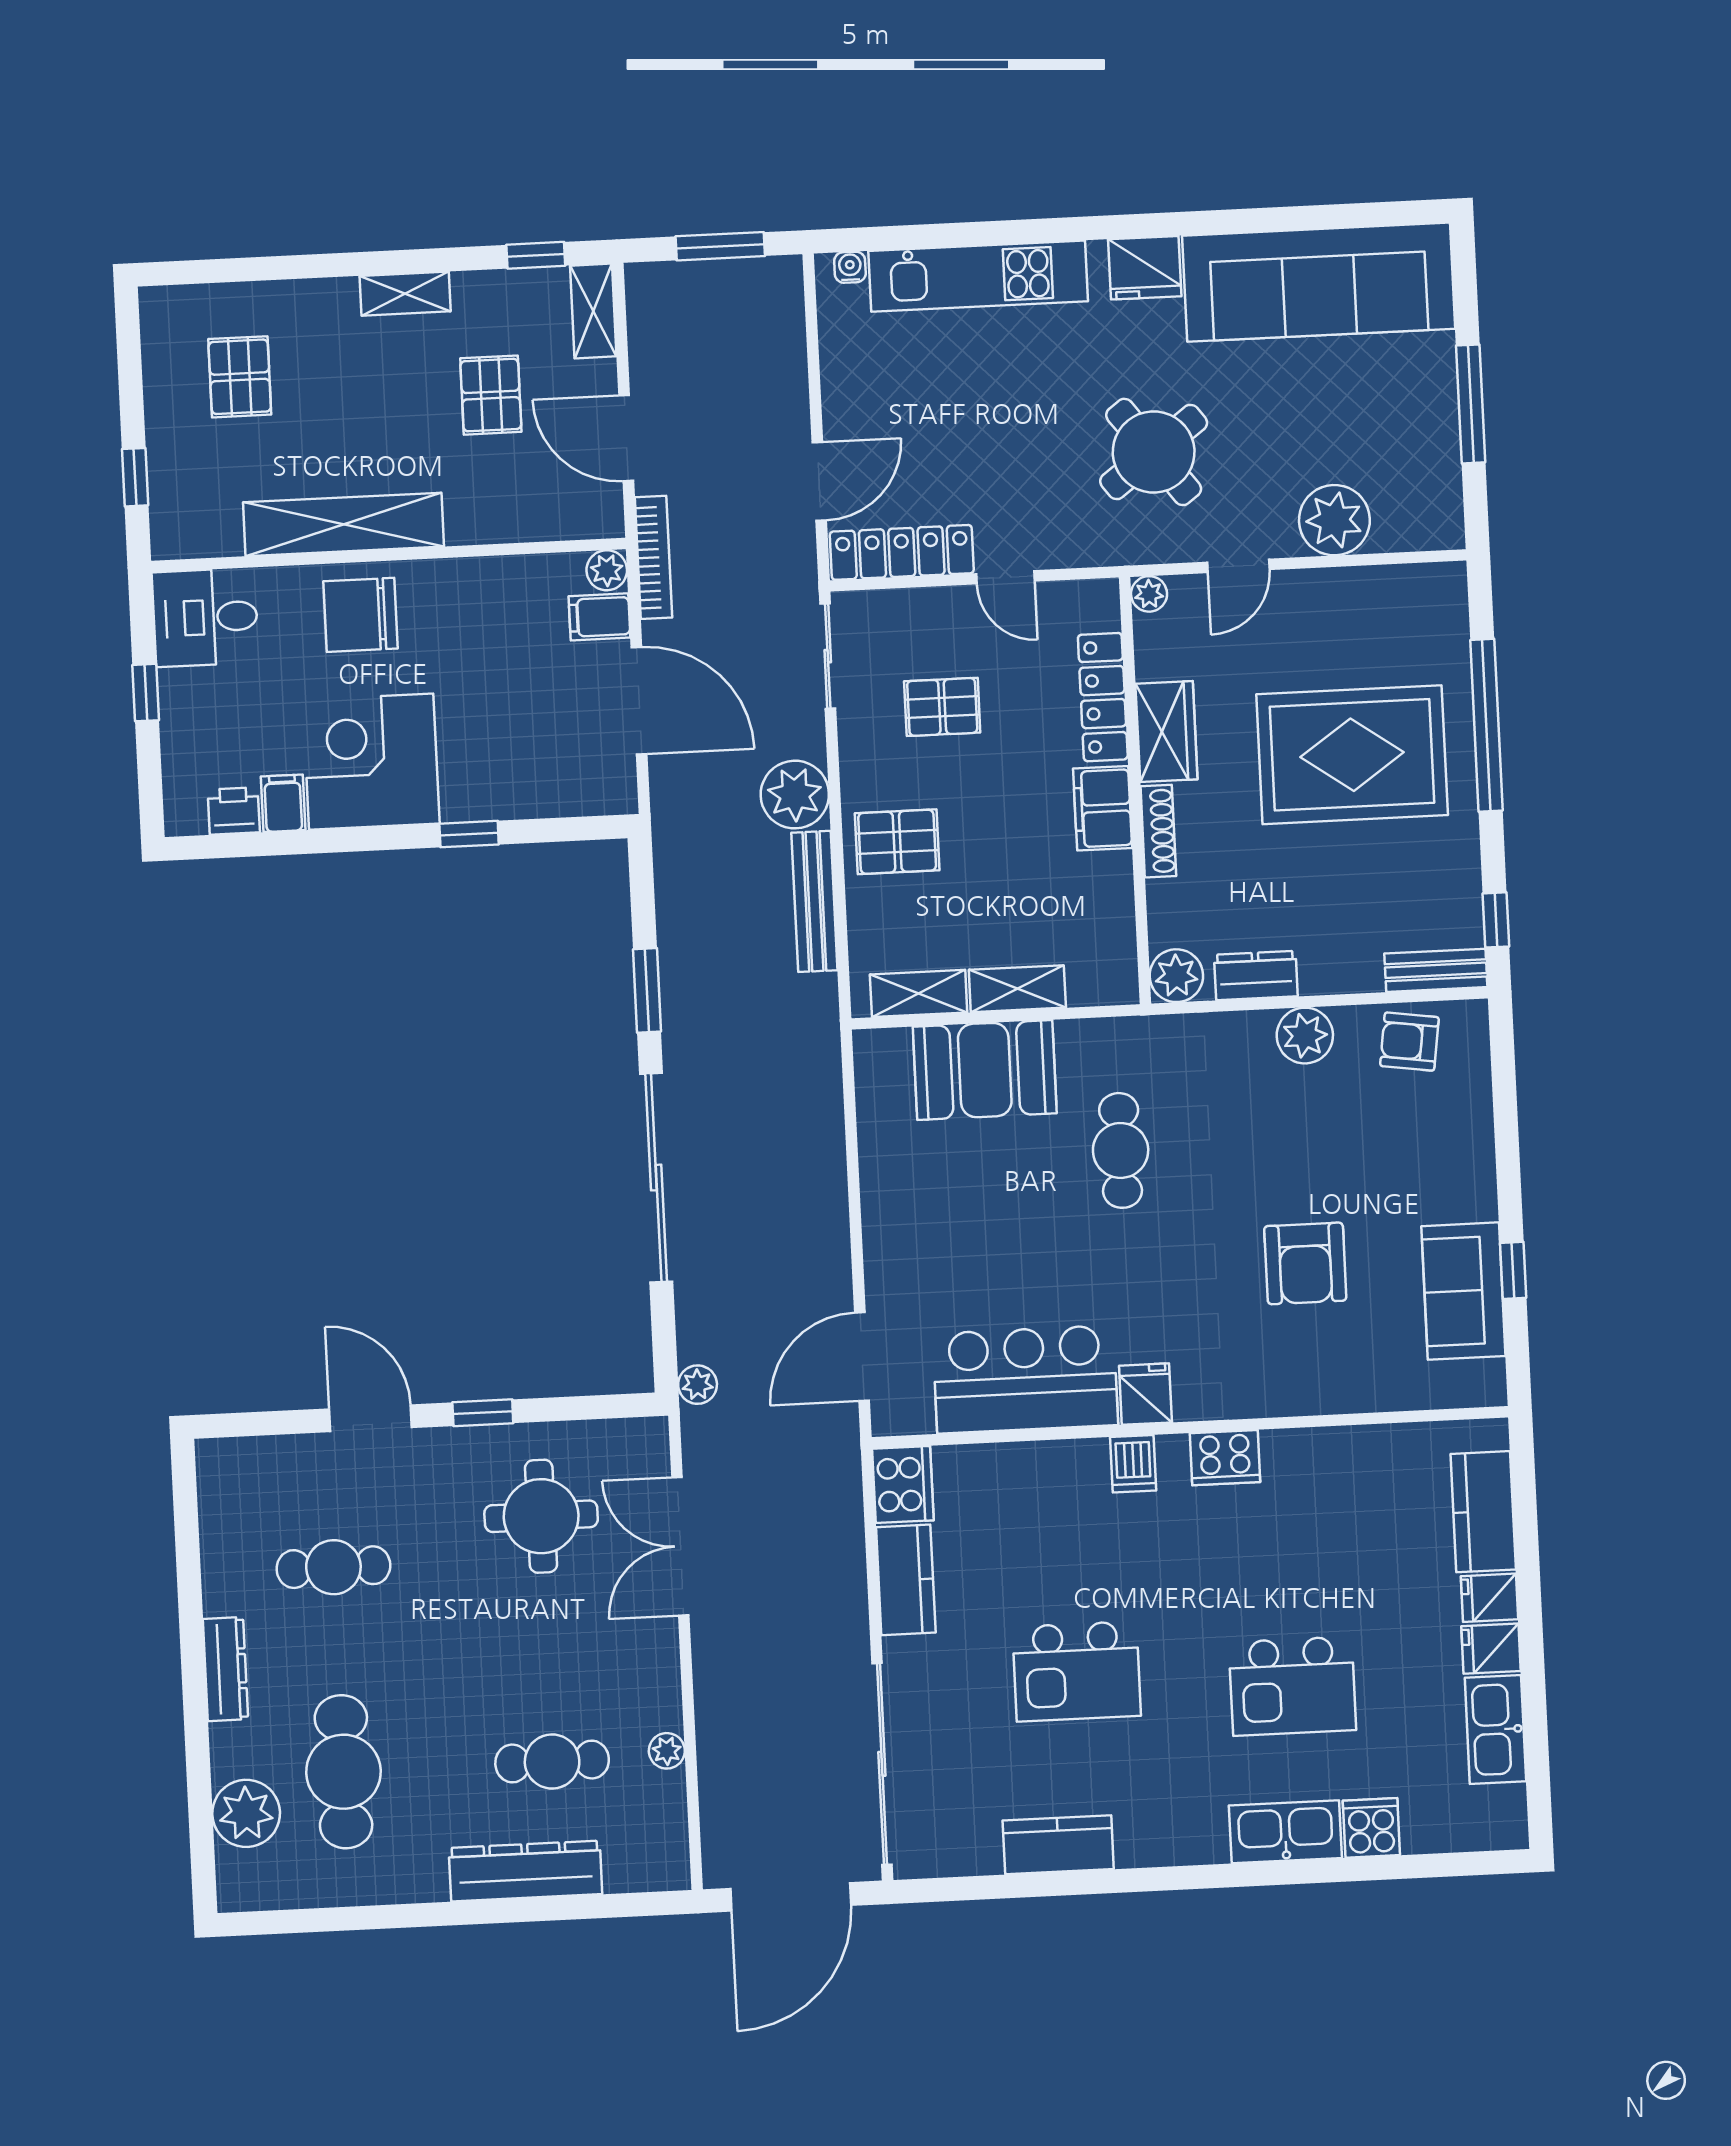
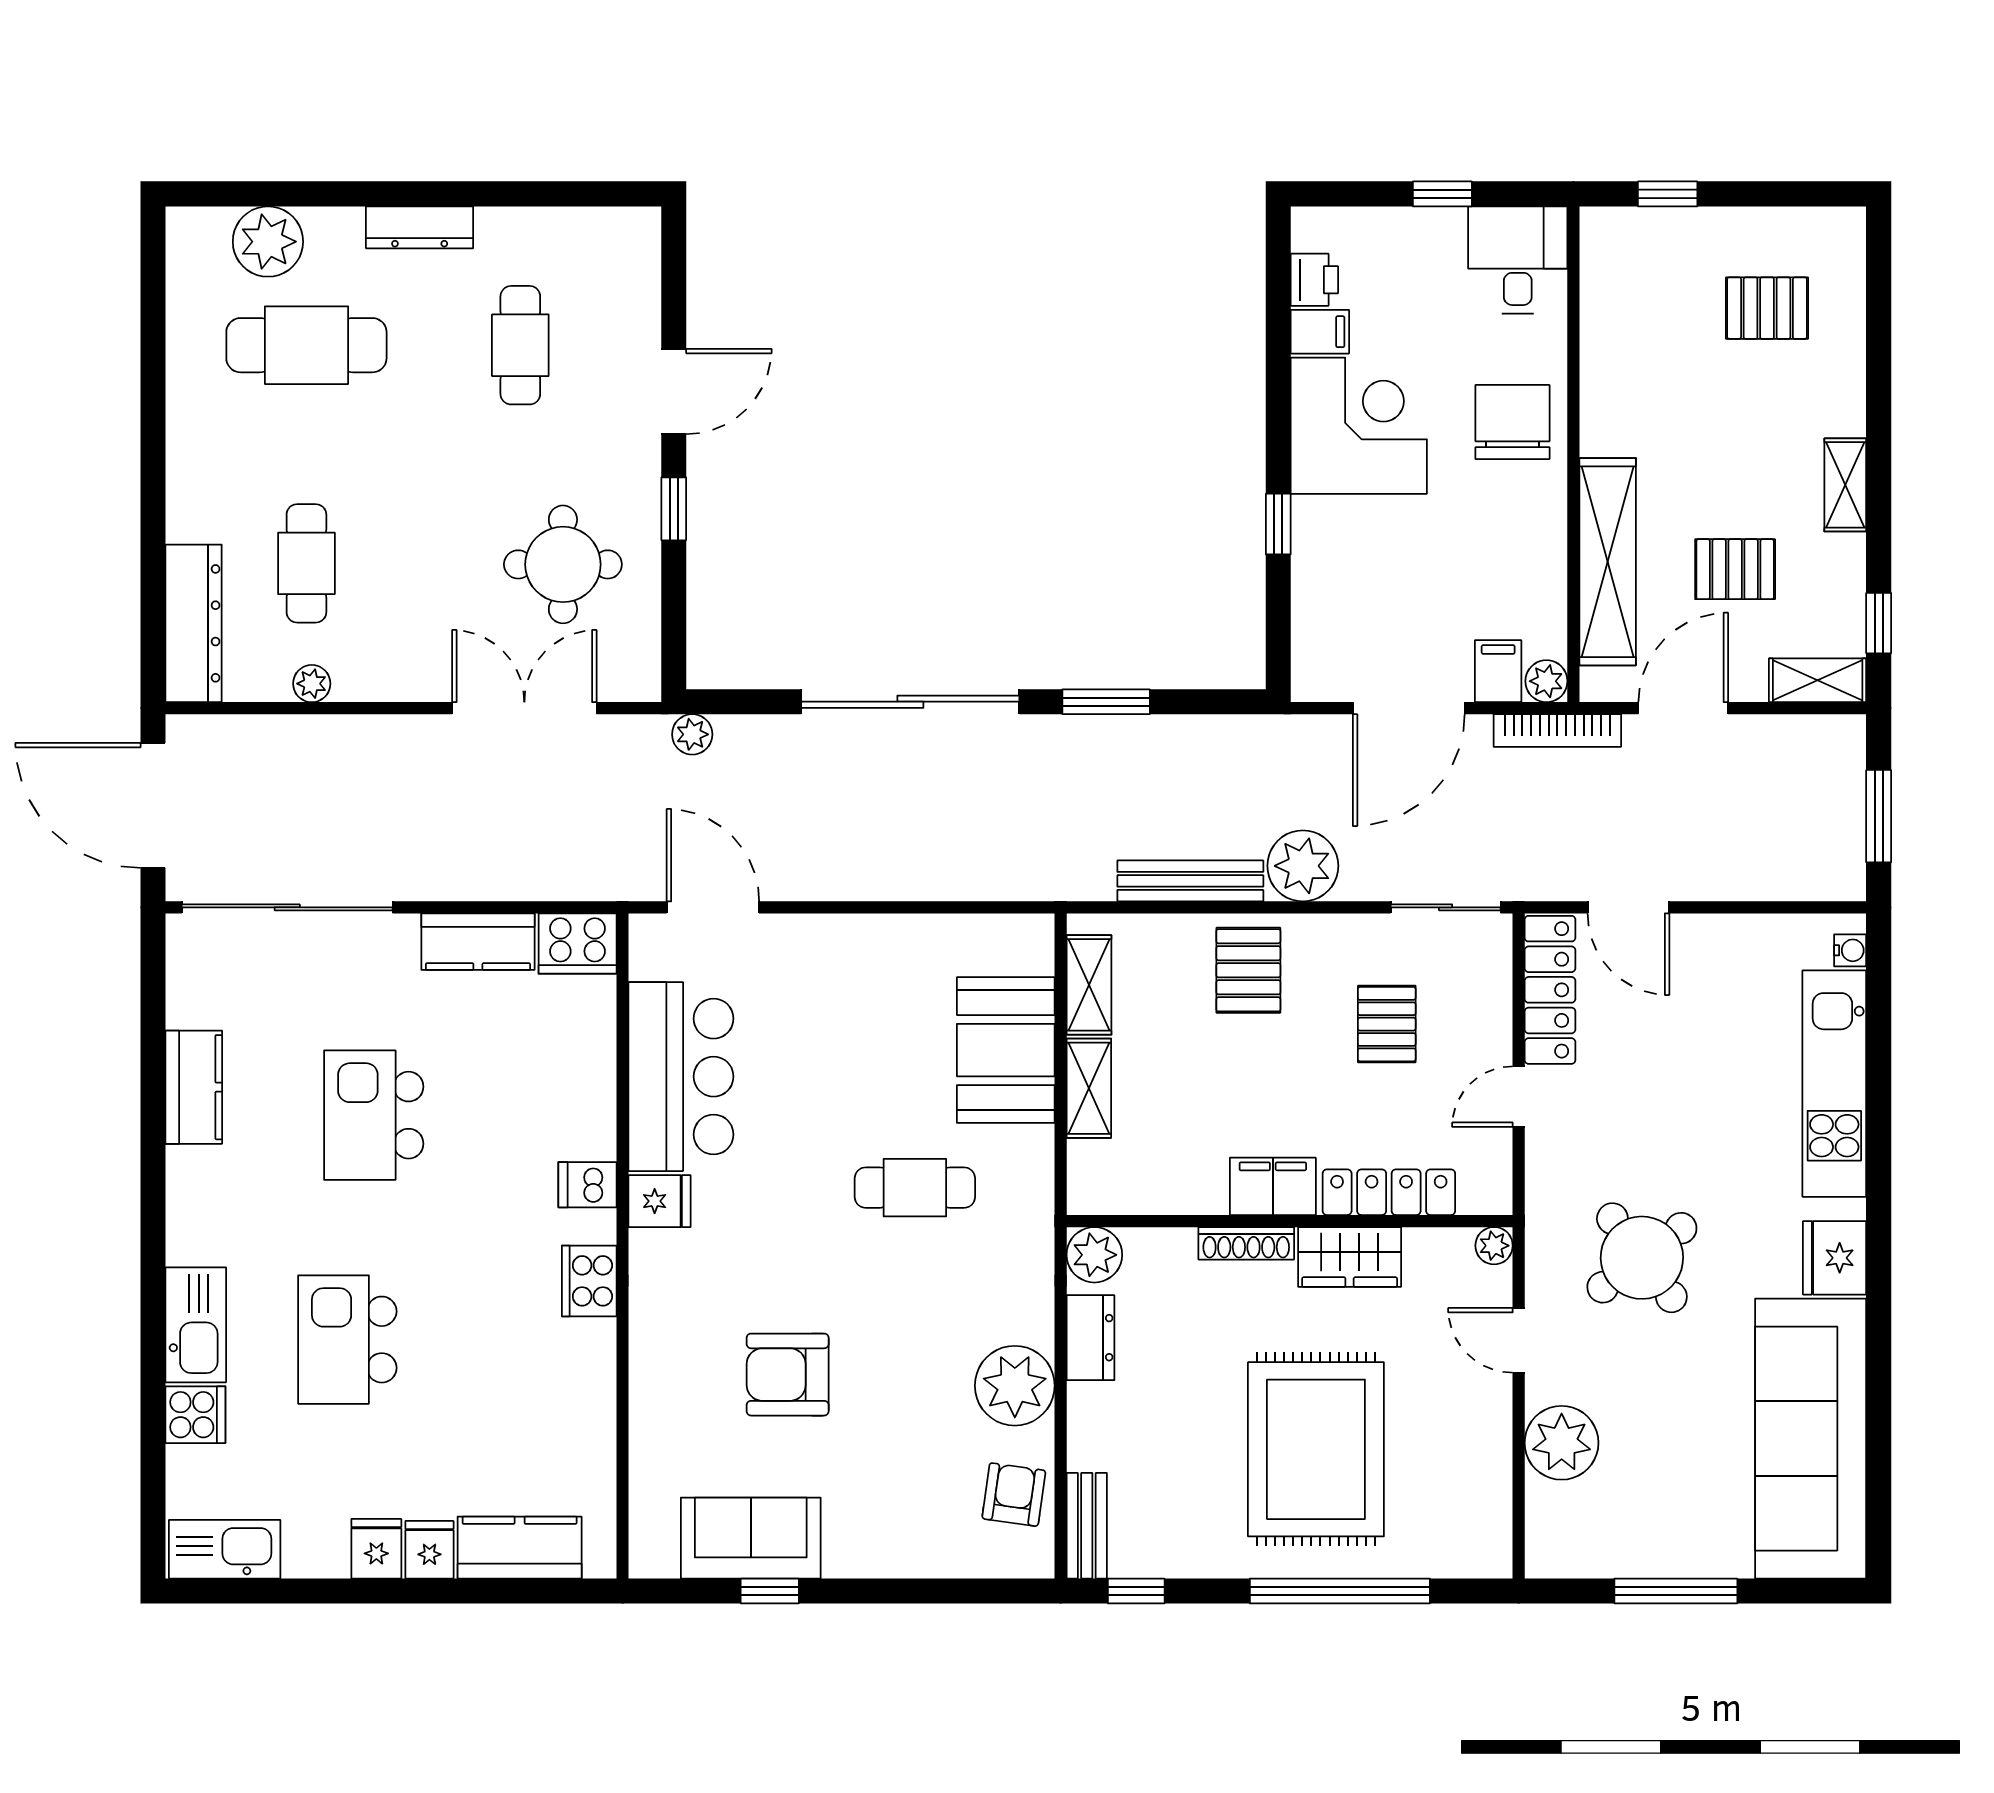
shelving: (343, 524) -> (1608, 562), moved
plant: (1305, 1036) -> (1015, 1386), width x1.36, depth x1.36
kitchen sink: (1495, 1729) -> (225, 1549), moved
dresser: (525, 1871) -> (194, 623), moved

